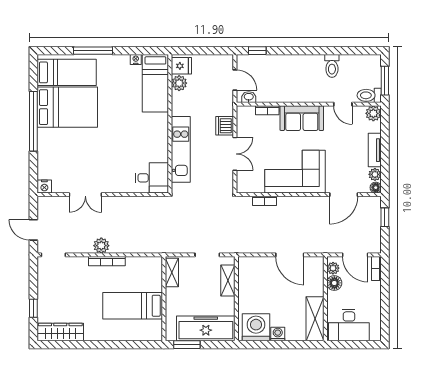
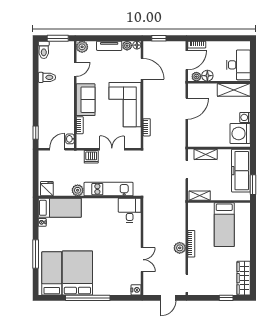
plant: (179, 83) -> (78, 190), moved
toilet: (369, 95) -> (44, 50), moved

